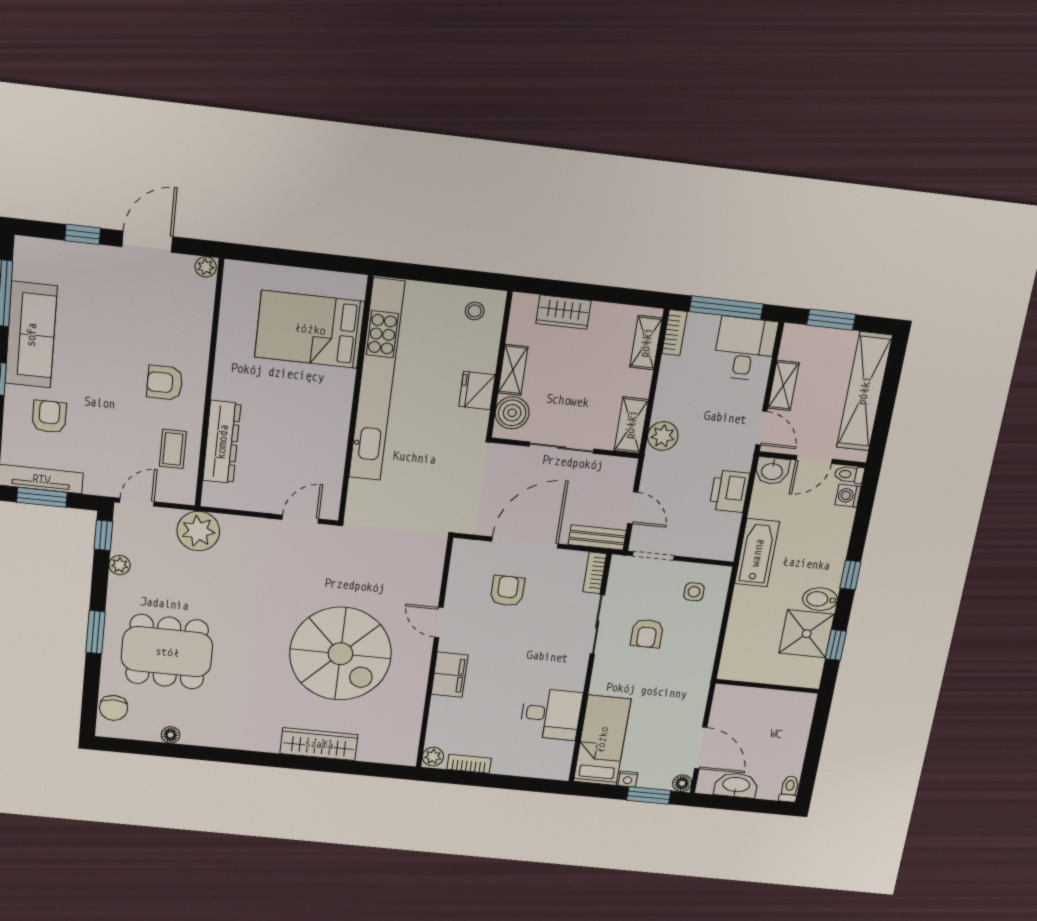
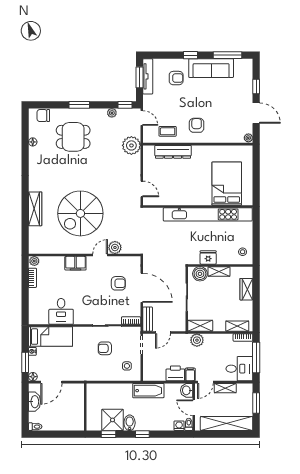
filing cabinet: (738, 459) -> (190, 374), added
plant: (426, 590) -> (115, 247), added
dining table: (167, 652) -> (73, 137), width x0.73

